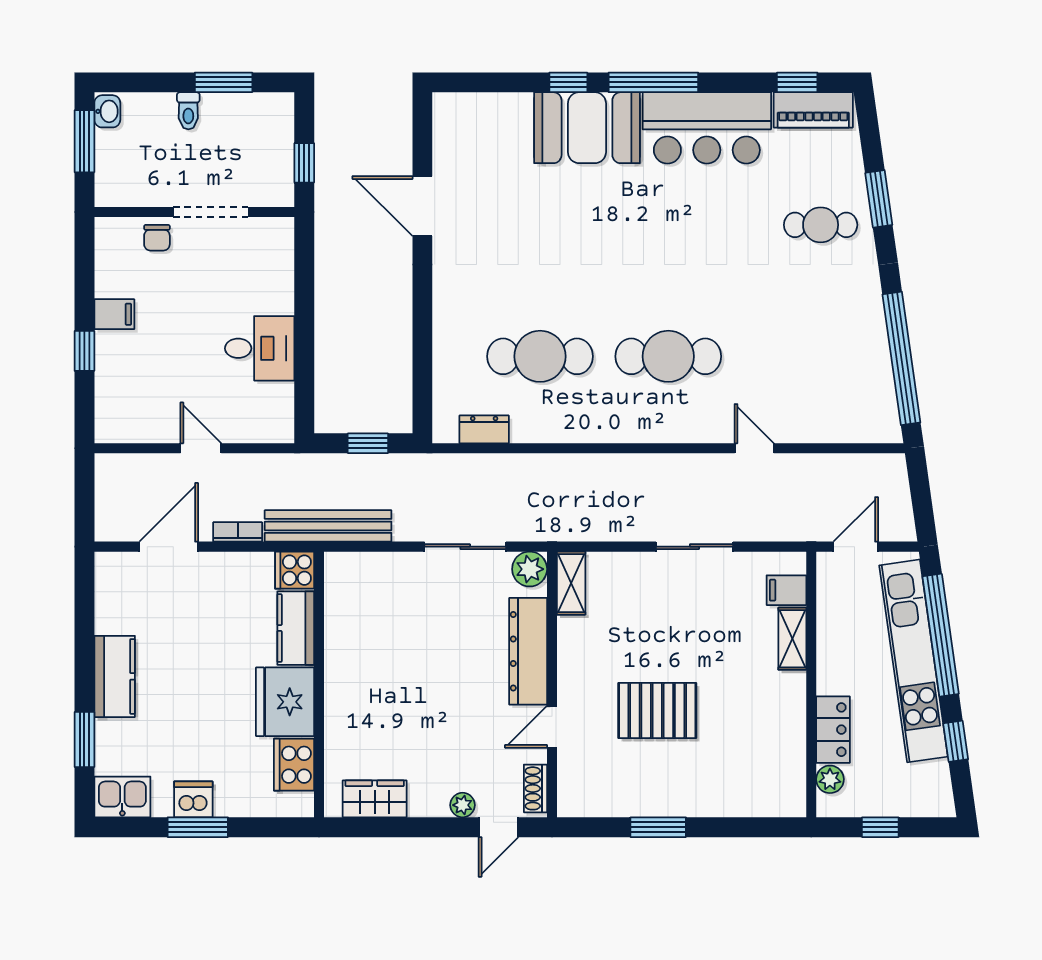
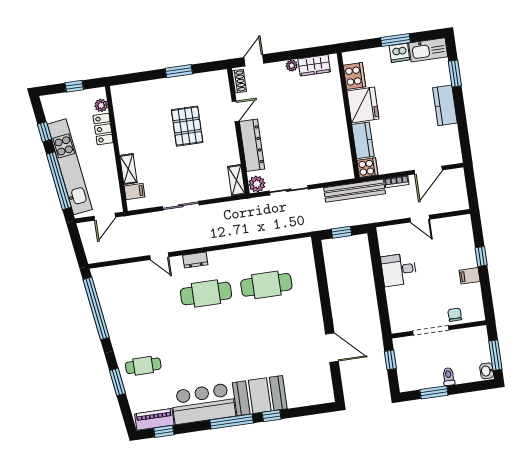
dresser: (484, 429) -> (195, 260), moved
pallet: (657, 711) -> (187, 126), turned 90
kitchen sink: (122, 797) -> (428, 50), width x1.38
plant: (463, 805) -> (292, 66), moved

